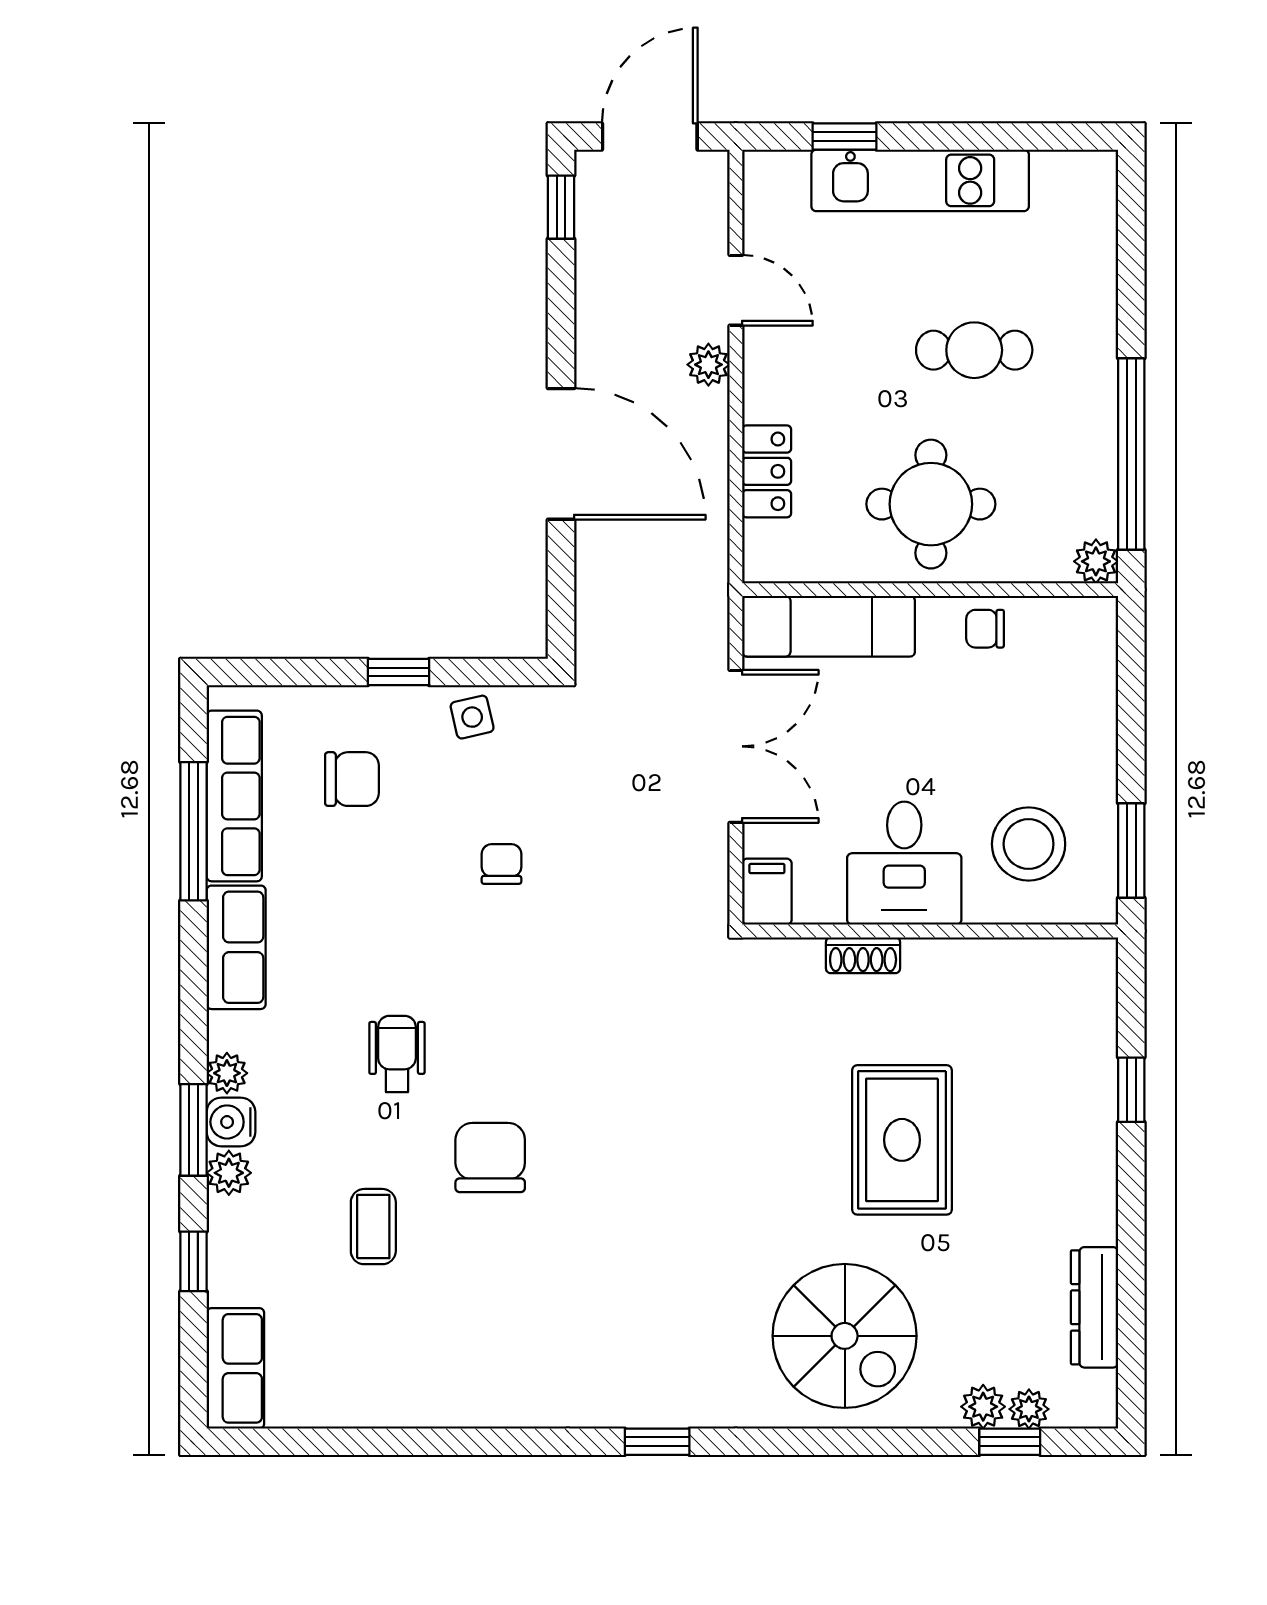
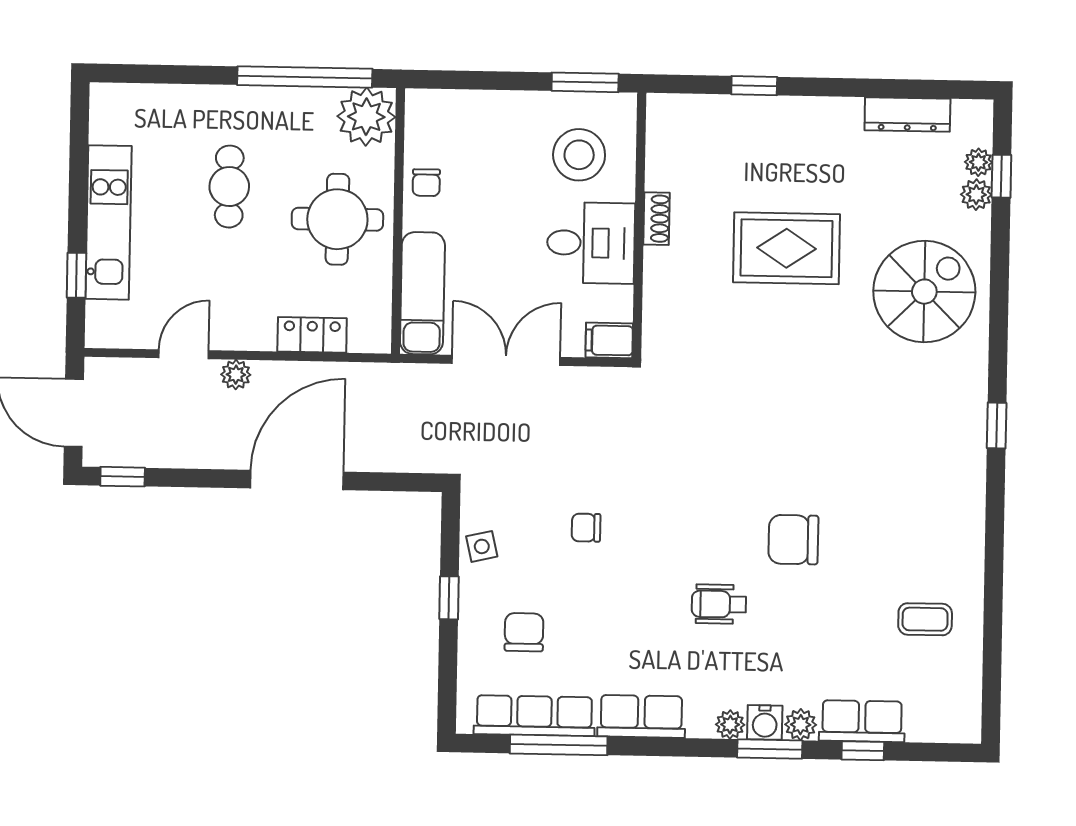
plant: (1096, 561) -> (366, 117), width x1.88, depth x1.88
shoe rack: (863, 955) -> (657, 219), moved
coffee table: (373, 1227) -> (925, 619), moved
row of seats: (235, 1368) -> (862, 721), moved

